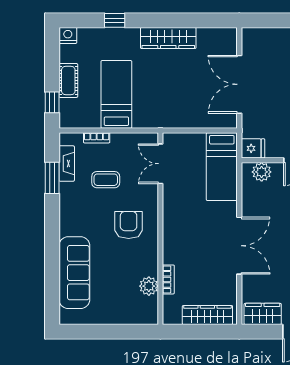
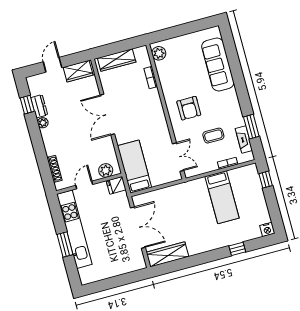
wardrobe: (168, 38) -> (167, 254), moved
cot: (68, 80) -> (258, 198), removed
plant: (149, 286) -> (159, 53), moved

